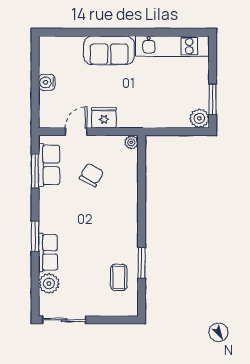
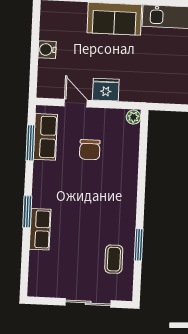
door: (76, 132) -> (76, 103), hinge flipped
chair: (91, 175) -> (90, 150), turned 151
plant: (49, 283) -> (40, 262), removed
sliding door: (64, 320) -> (88, 303), moved

